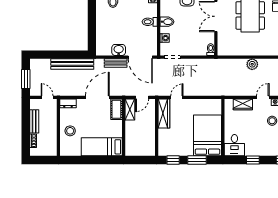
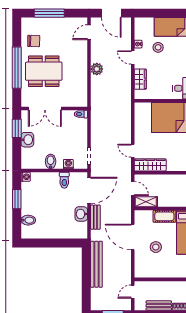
toilet: (150, 22) -> (64, 180), moved
dresser: (68, 103) -> (139, 269), removed
cot: (116, 109) -> (164, 216), moved
stool: (70, 131) -> (156, 247), moved

